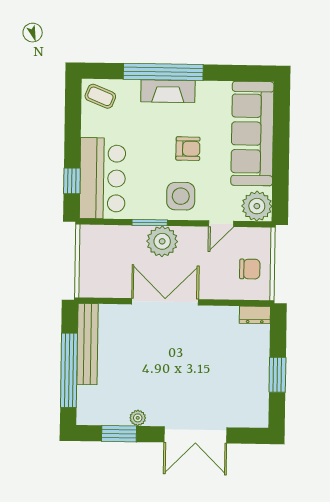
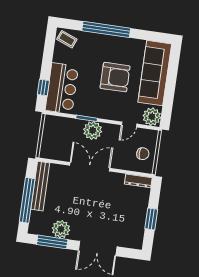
fireplace: (168, 91) -> (108, 41), removed
armchair: (188, 149) -> (115, 77), width x1.88, depth x1.88
side table: (181, 196) -> (107, 105), removed
dresser: (255, 315) -> (138, 181), width x1.44
plant: (138, 418) -> (61, 229), width x1.88, depth x1.88
window: (119, 434) -> (52, 242), width x1.44

